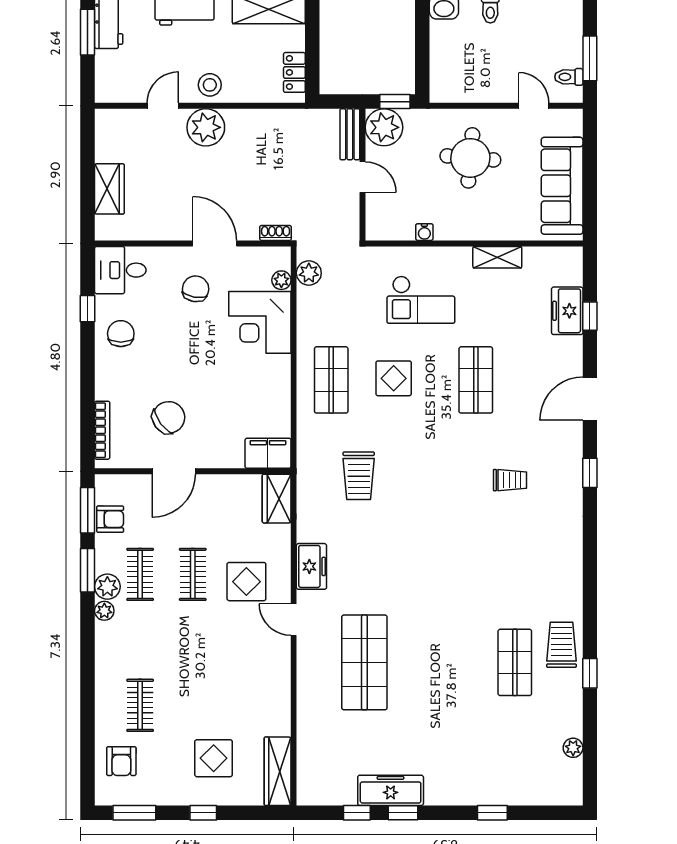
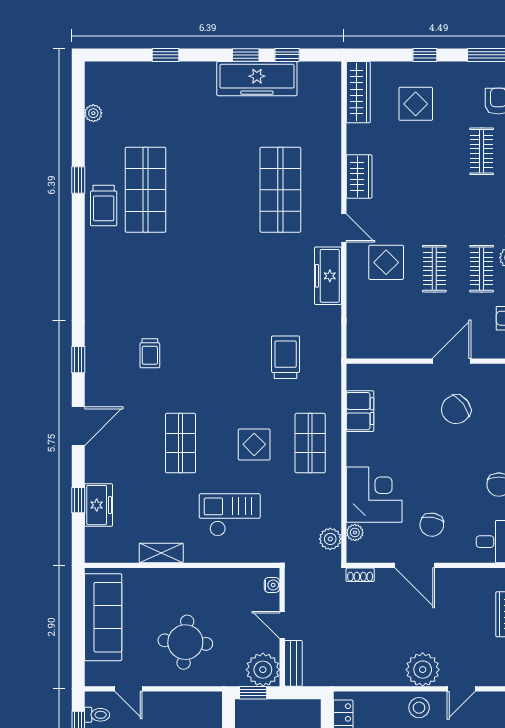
water cooler: (424, 232) -> (272, 585), moved, turned 90
filing cabinet: (268, 453) -> (360, 411), moved, turned -90
trolley: (510, 480) -> (150, 353), turned -90
wardrobe: (277, 499) -> (359, 176), moved
freezer: (311, 566) -> (328, 276), width x1.40
shop shelf: (515, 662) -> (145, 190), width x1.43, depth x1.36
freezer: (391, 790) -> (257, 79), width x1.36, depth x1.26

